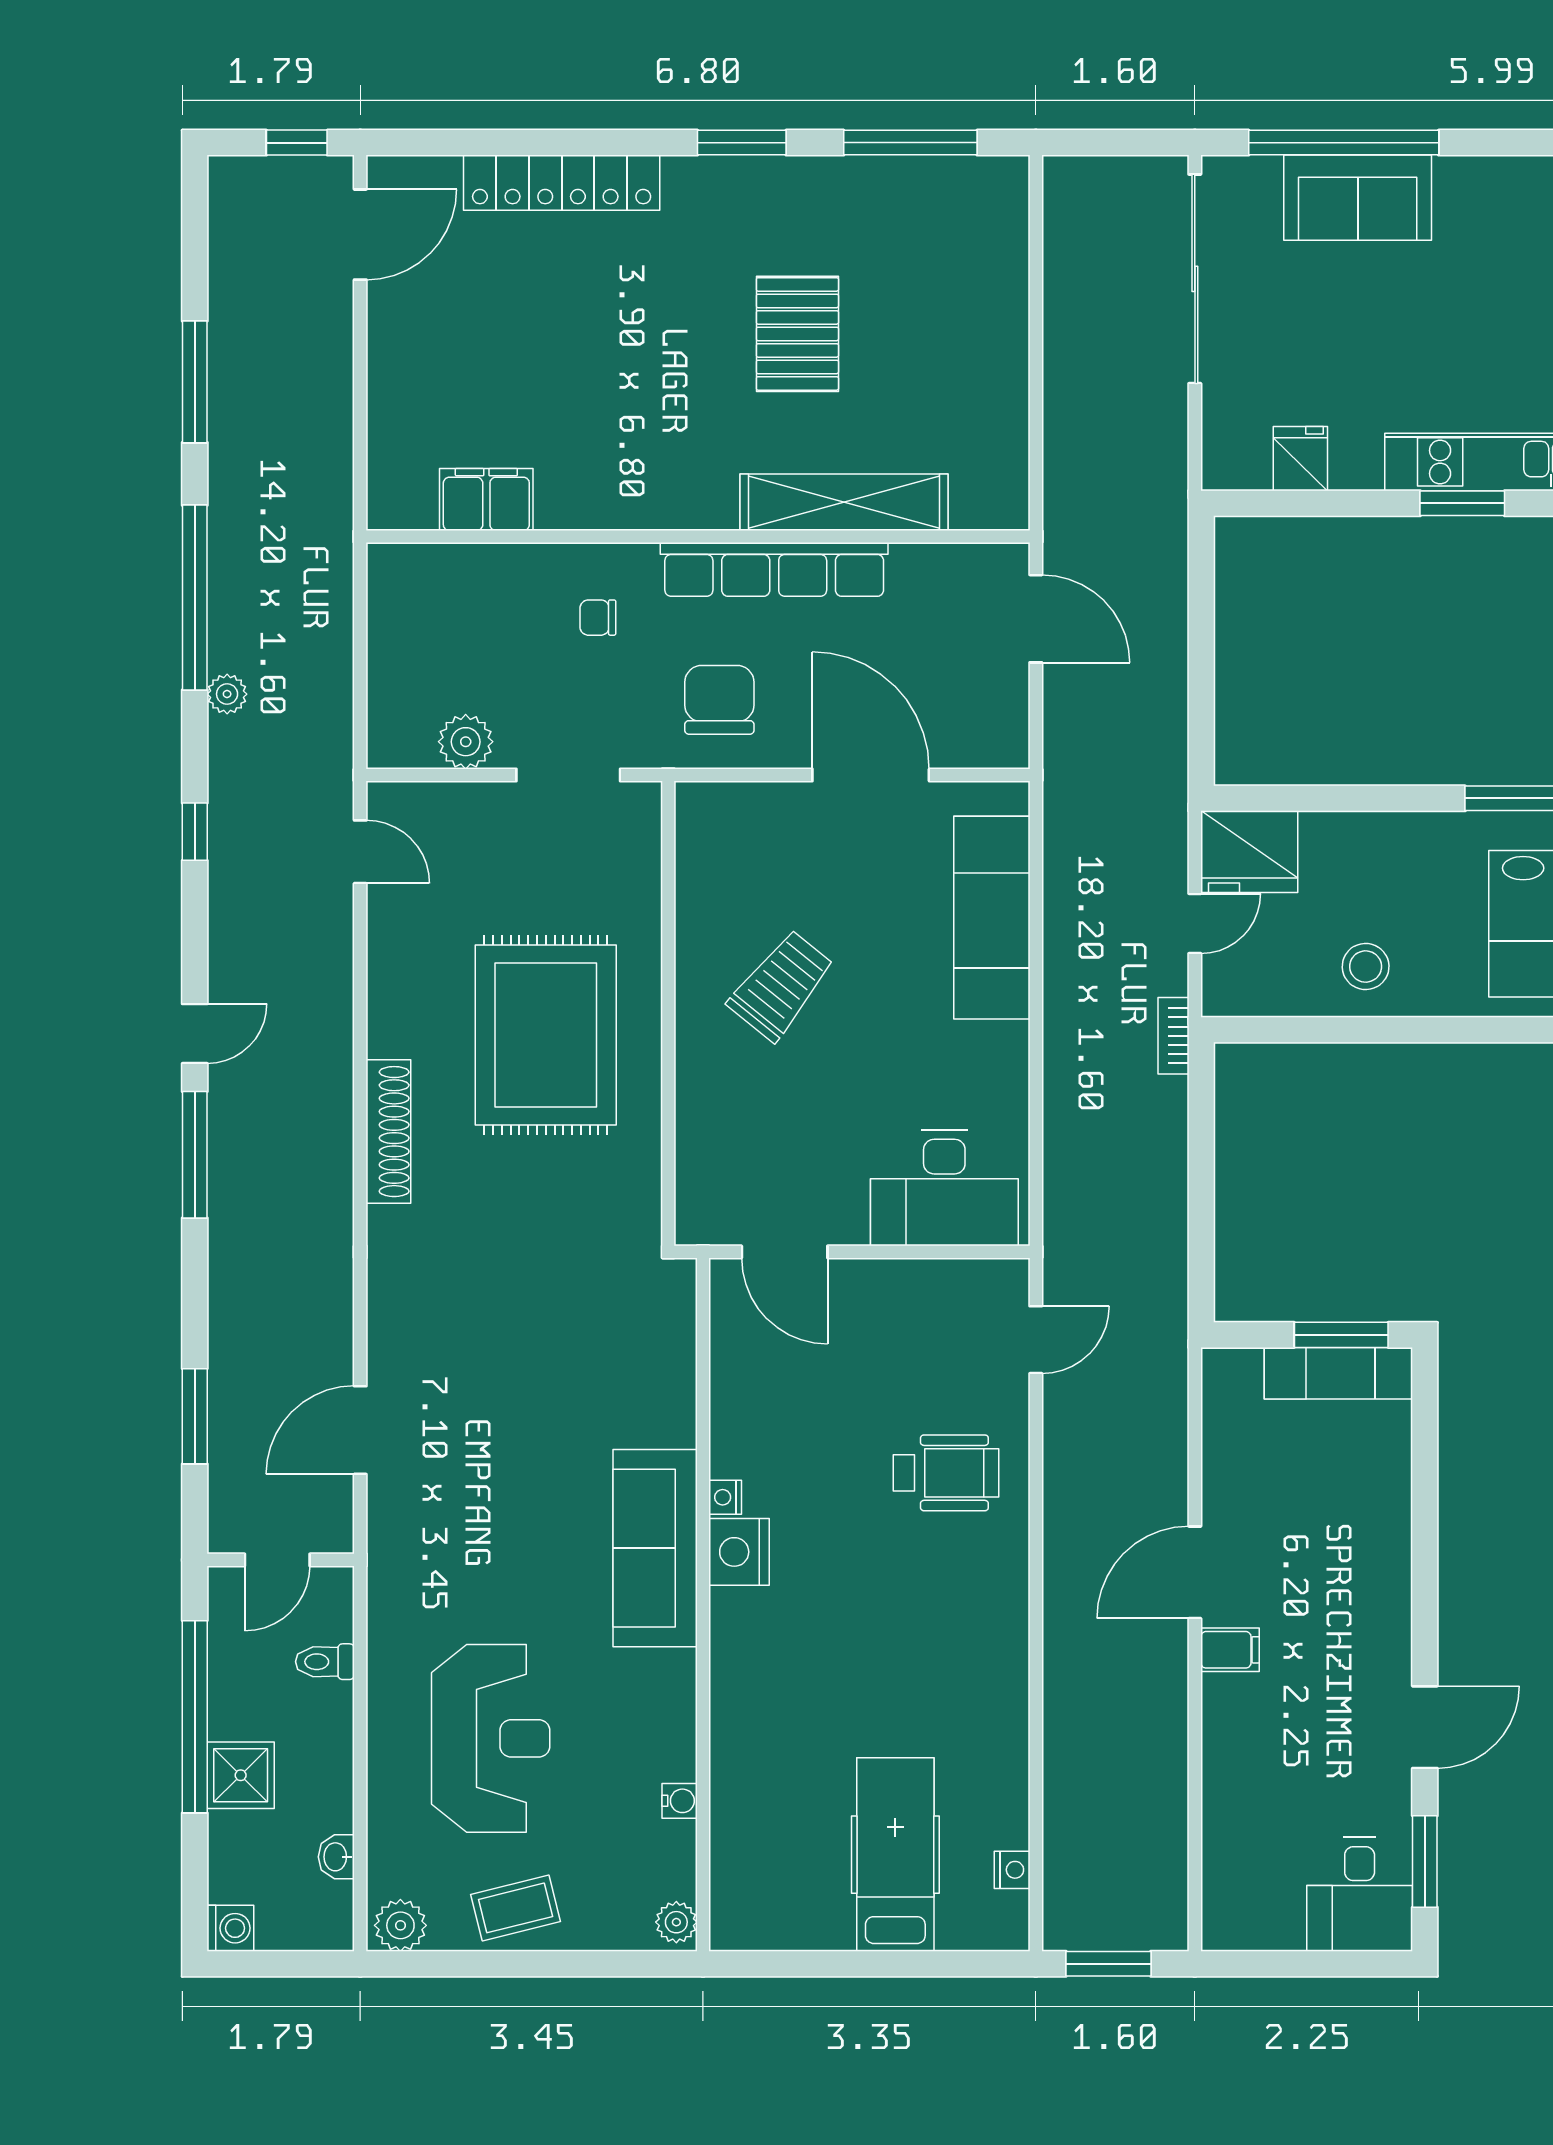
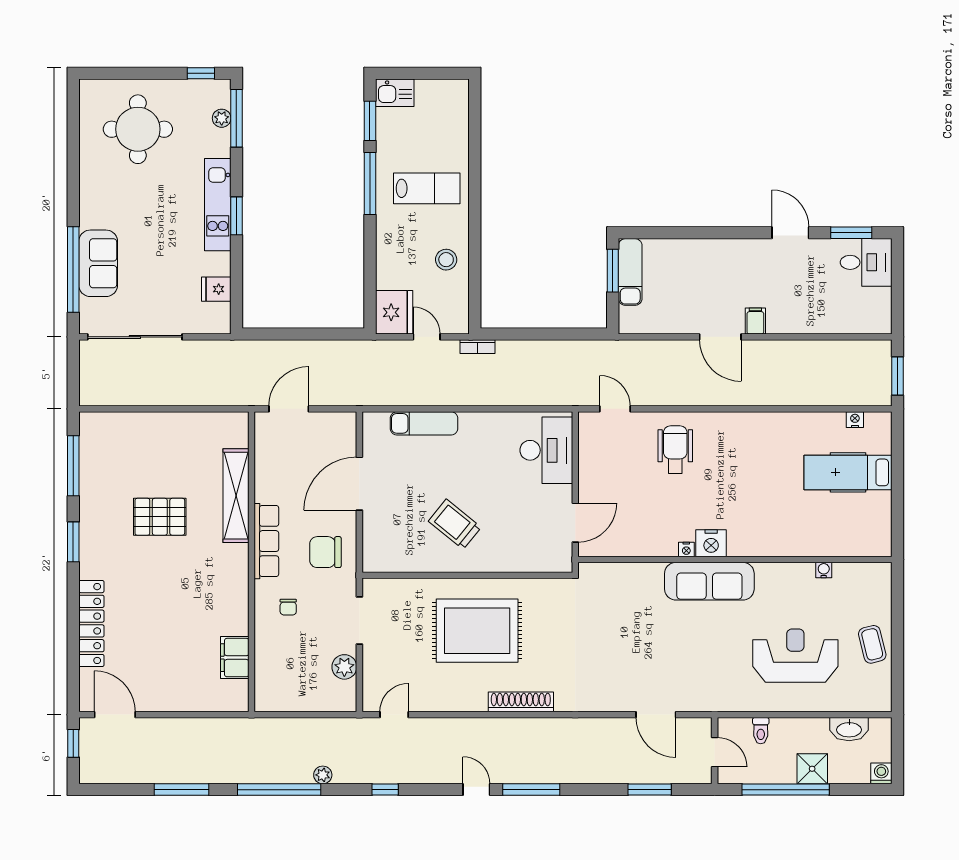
row of seats: (774, 569) -> (266, 541), width x0.73
exam couch: (992, 918) -> (424, 423), width x0.73, depth x0.69
washbasin: (336, 1857) -> (849, 729), width x1.91, depth x1.45
plant: (676, 1922) -> (879, 572), removed
plant: (400, 1925) -> (880, 696), removed

